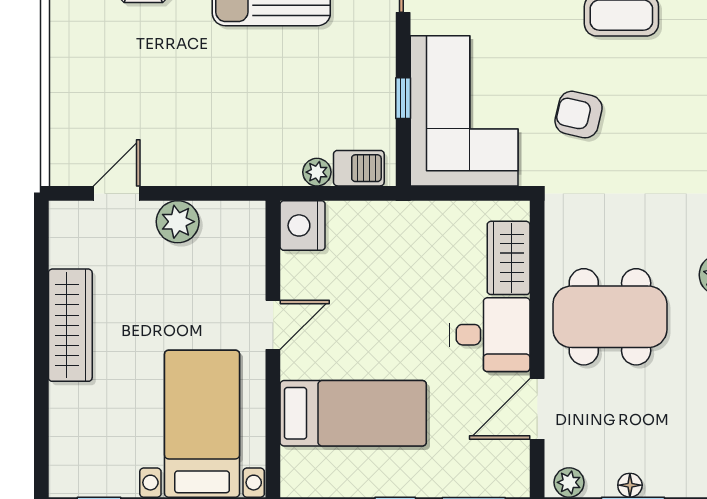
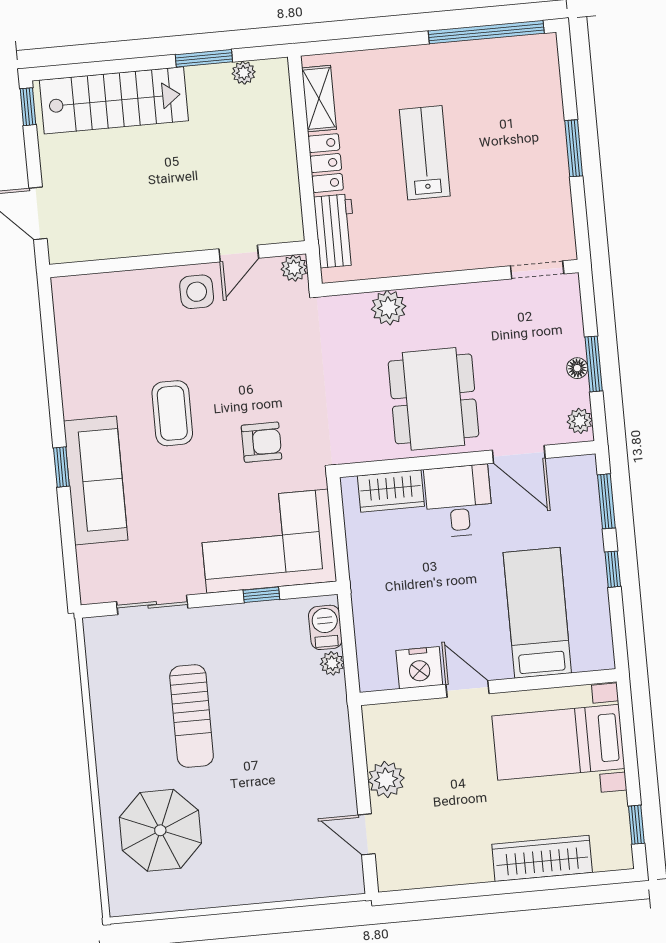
armchair: (579, 115) -> (262, 442), turned -103
nightstand: (303, 225) -> (419, 668), moved
wardrobe: (70, 325) -> (542, 858), moved

